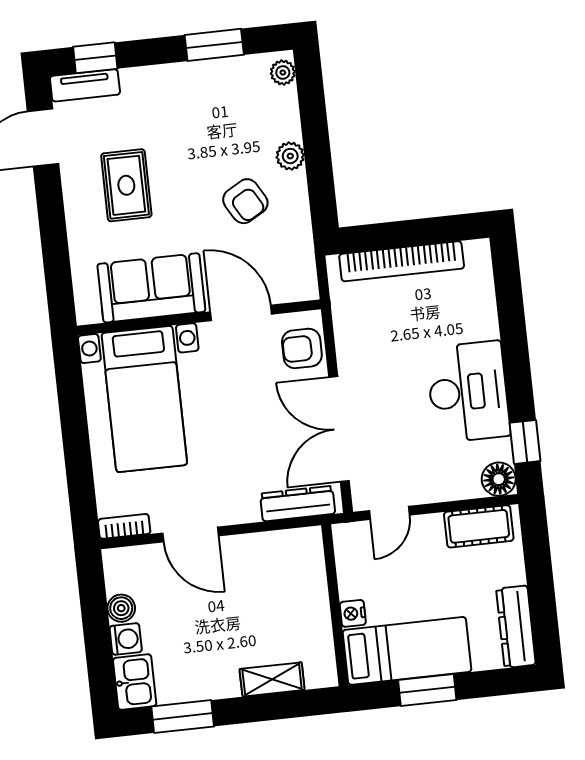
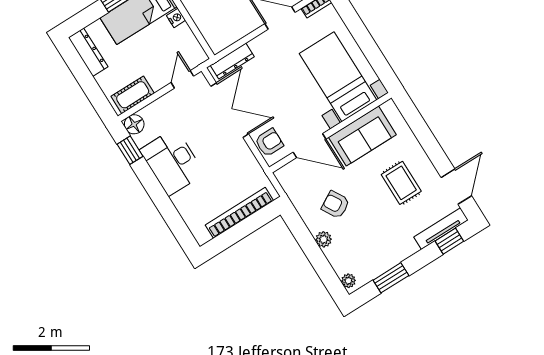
tv unit: (85, 85) -> (441, 229), width x1.41

